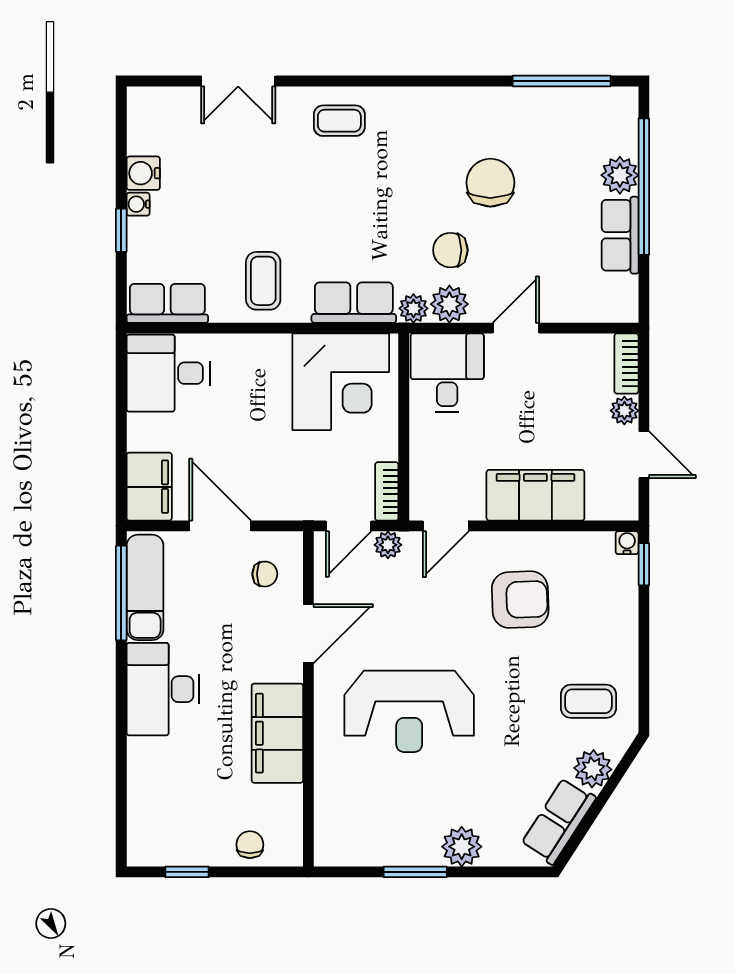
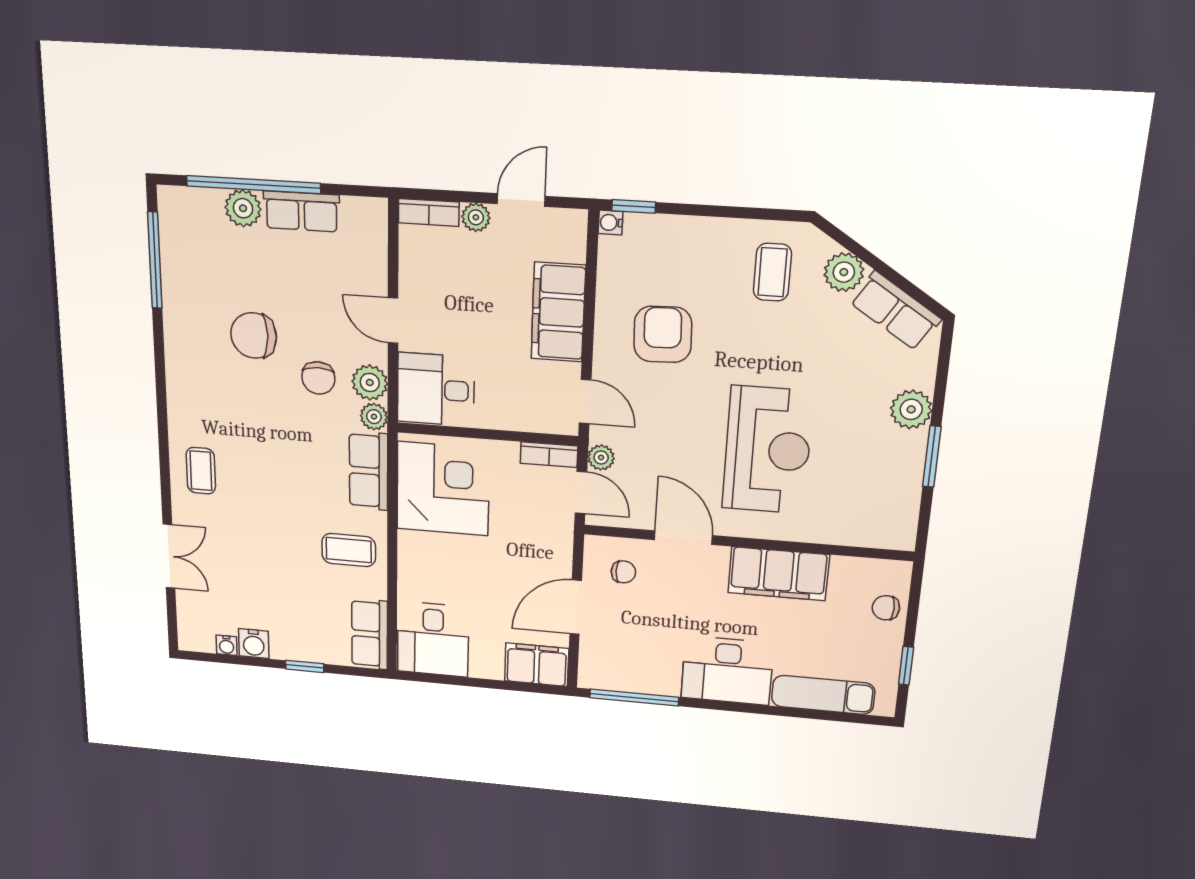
water cooler: (138, 204) -> (227, 645), moved
chair: (265, 574) -> (623, 572), turned 90
exam couch: (145, 587) -> (823, 695), moved

